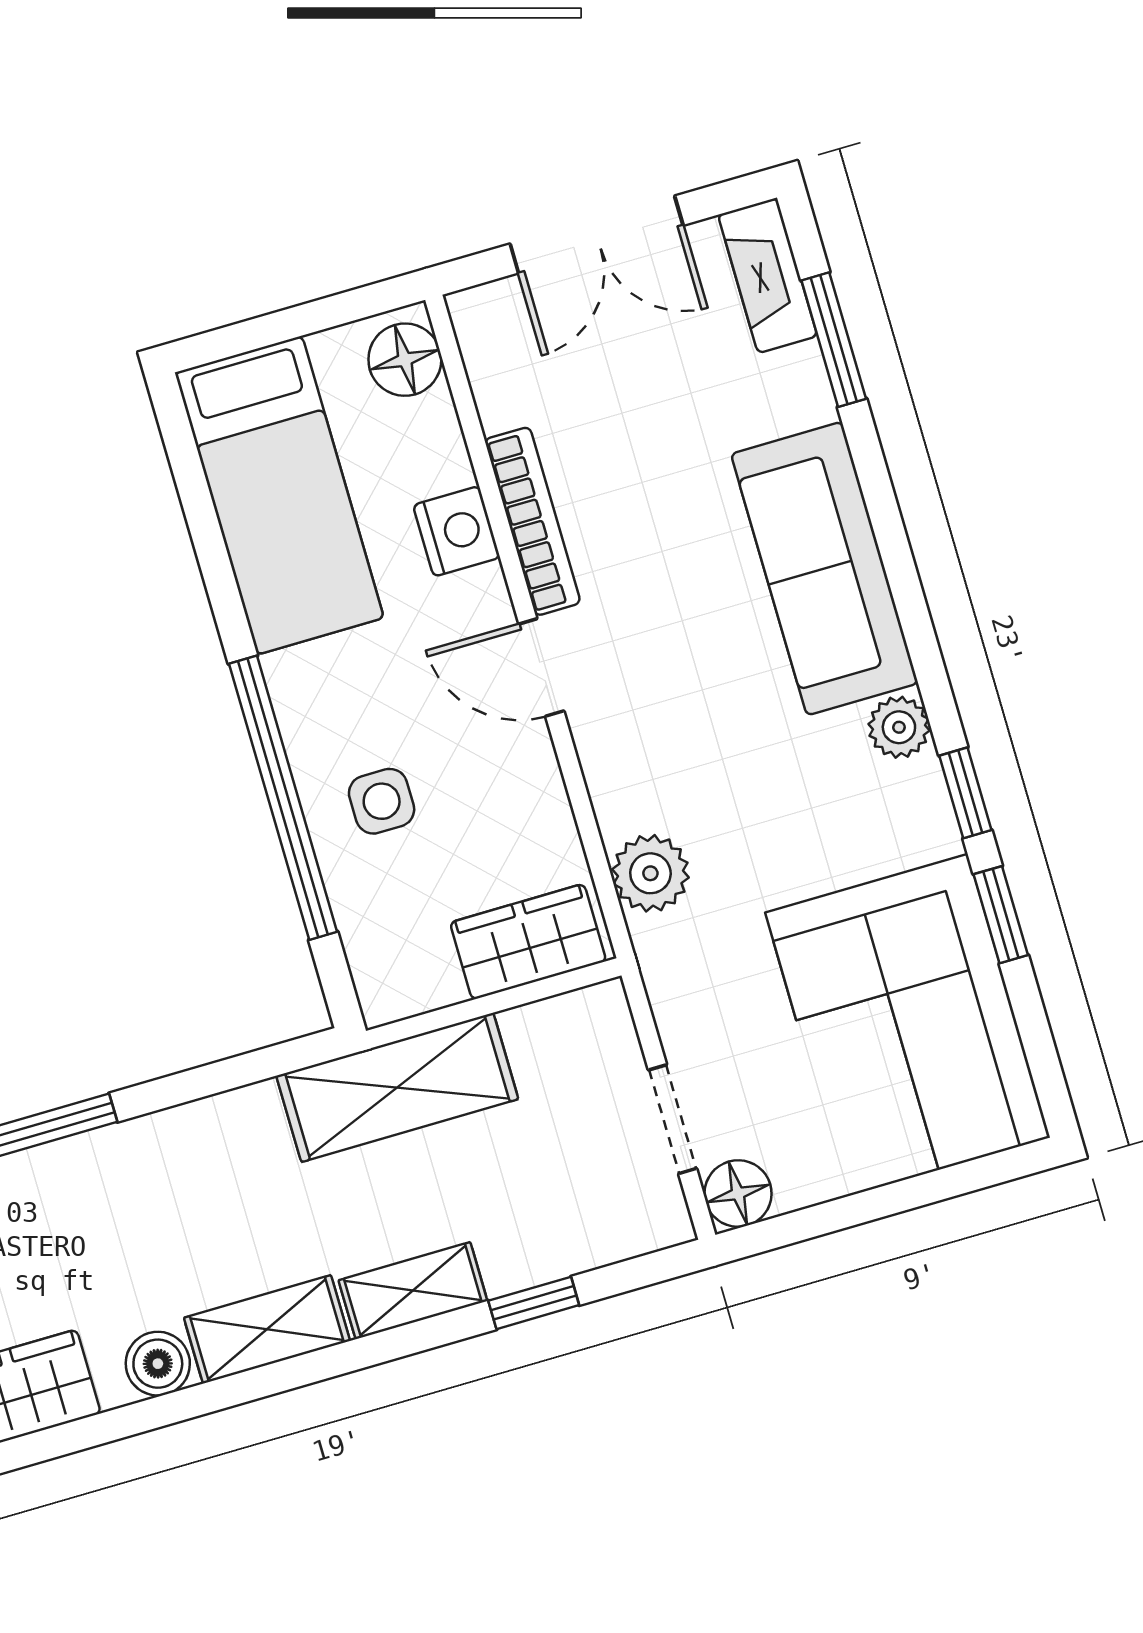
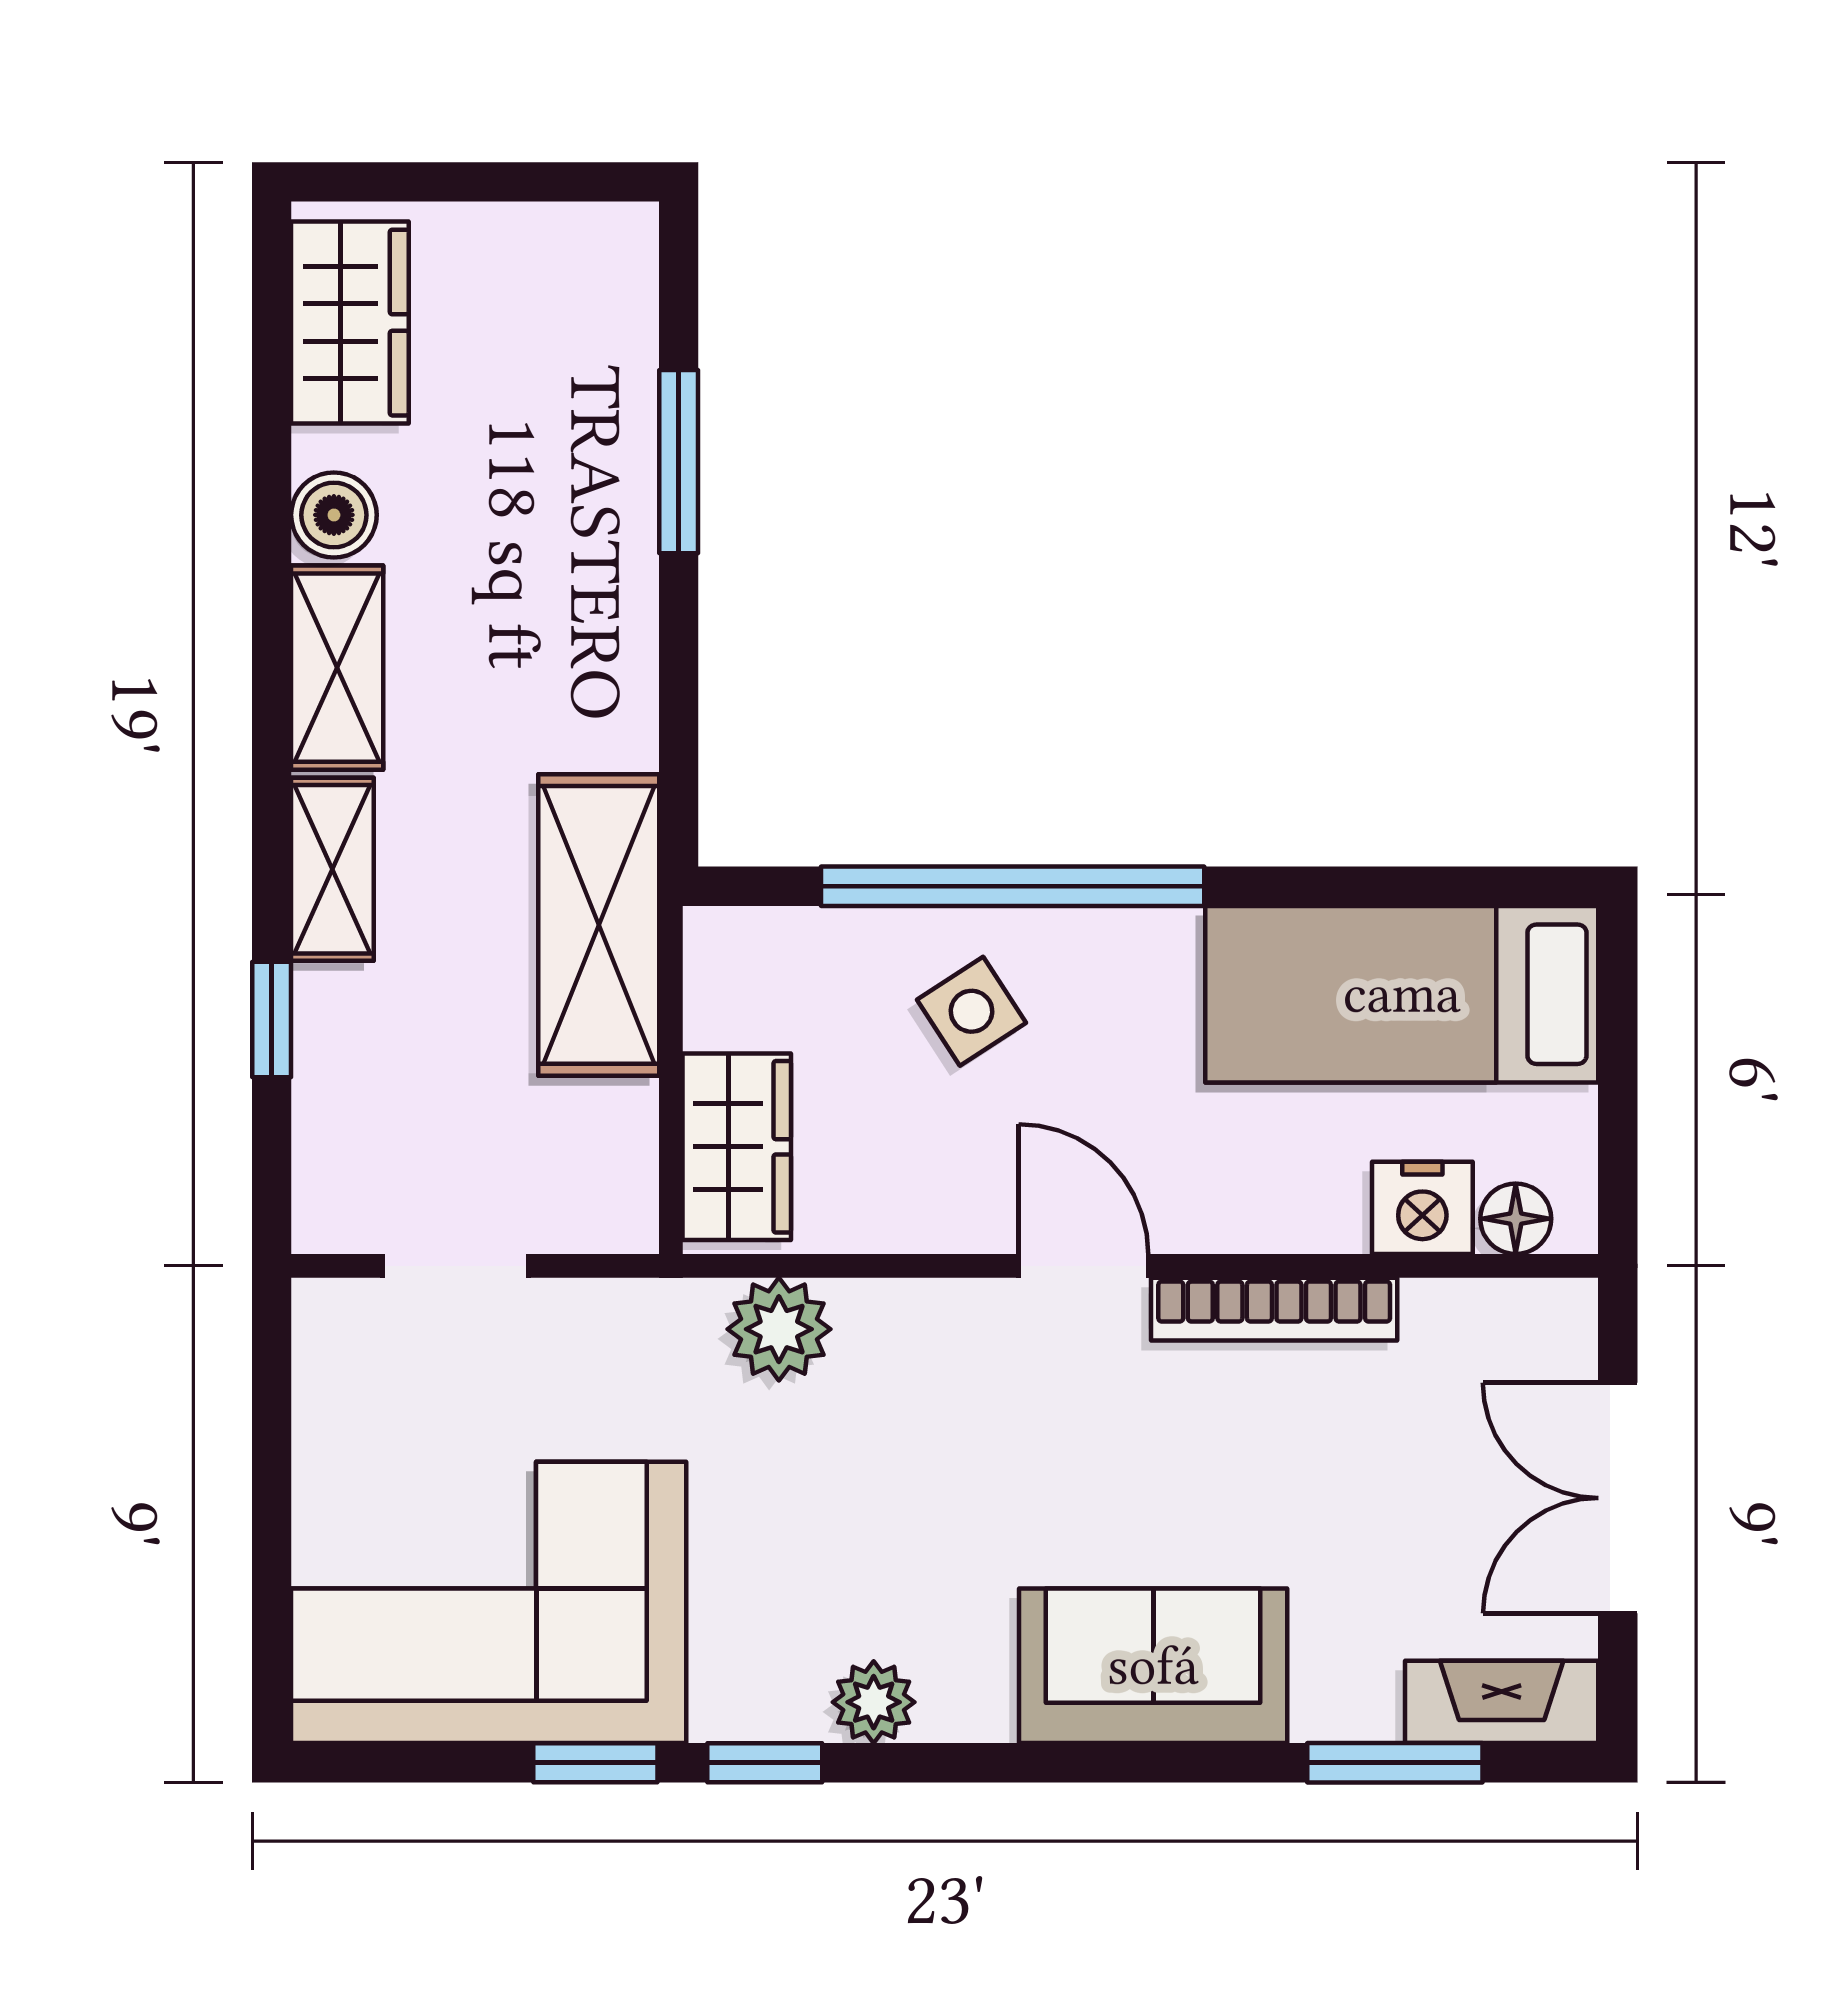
floor lamp: (405, 360) -> (1516, 1219), width x0.73, depth x0.73
nightstand: (457, 531) -> (1422, 1208), moved
sofa: (825, 569) -> (1153, 1666), width x0.73
door: (541, 667) -> (1083, 1266), hinge flipped
side table: (382, 801) -> (972, 1011), turned -33
floor lamp: (738, 1194) -> (336, 1322), removed

